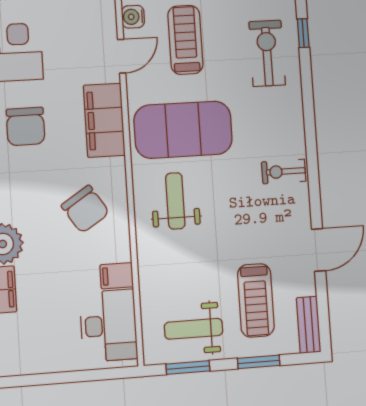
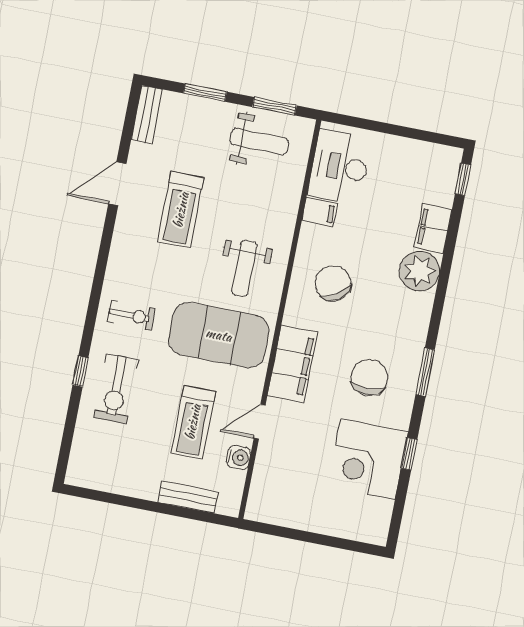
window: (303, 33) -> (80, 371), moved
exercise bike: (284, 172) -> (131, 315), moved
treadmill: (256, 300) -> (181, 210), moved, turned 180

